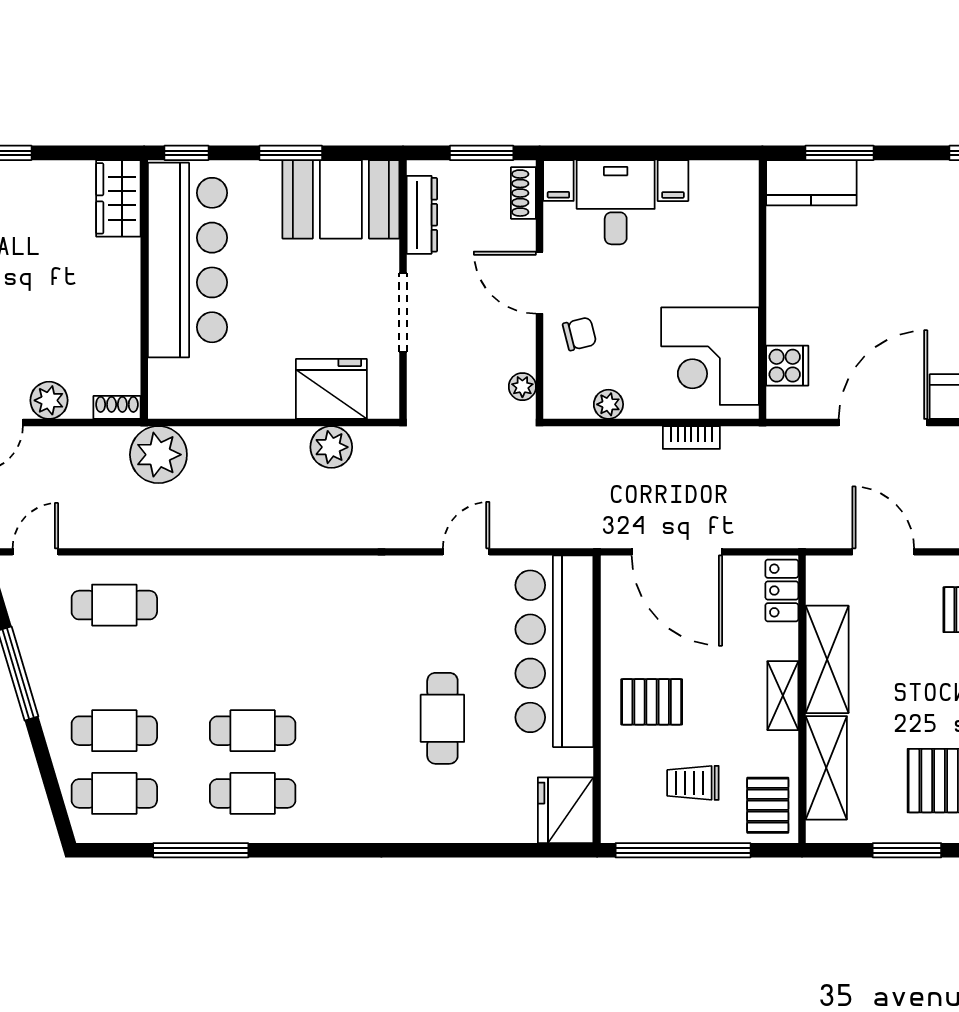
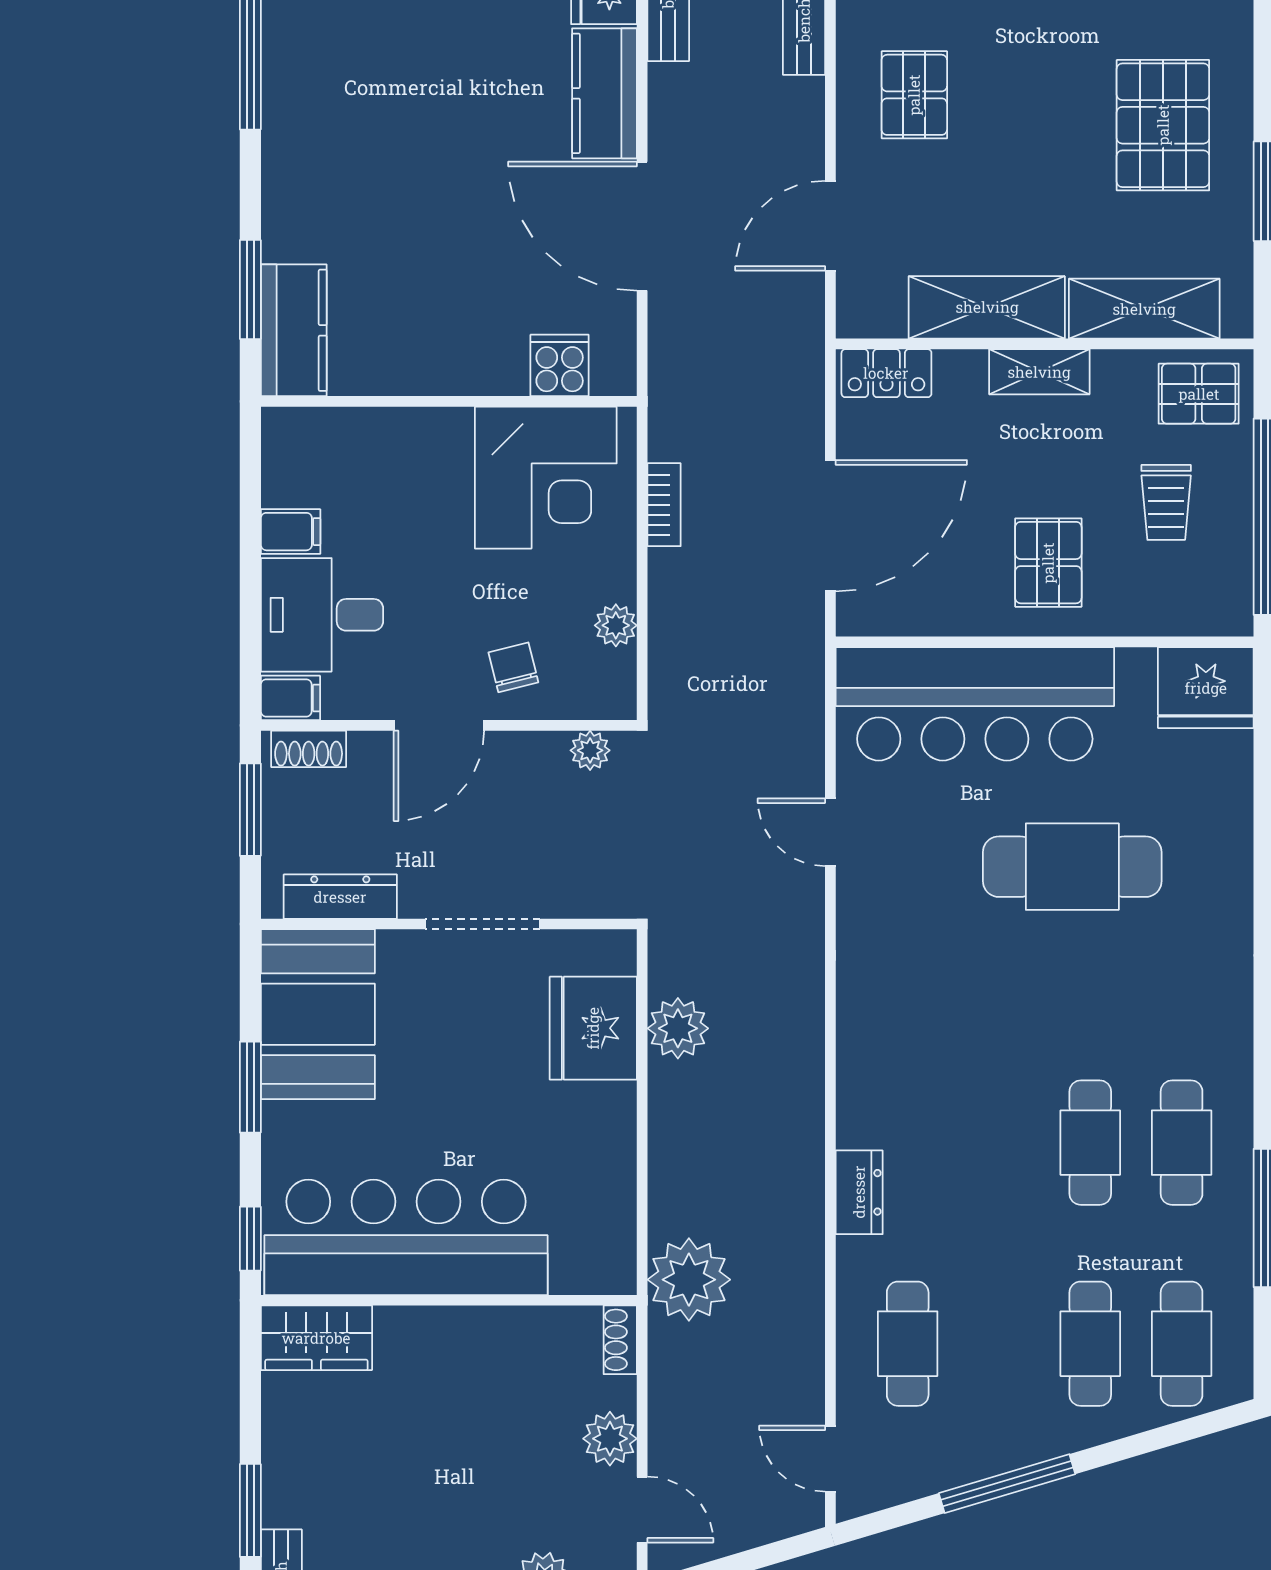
dresser: (218, 572) -> (859, 1192), added
cafe table: (442, 718) -> (1072, 867), width x1.37, depth x1.35

